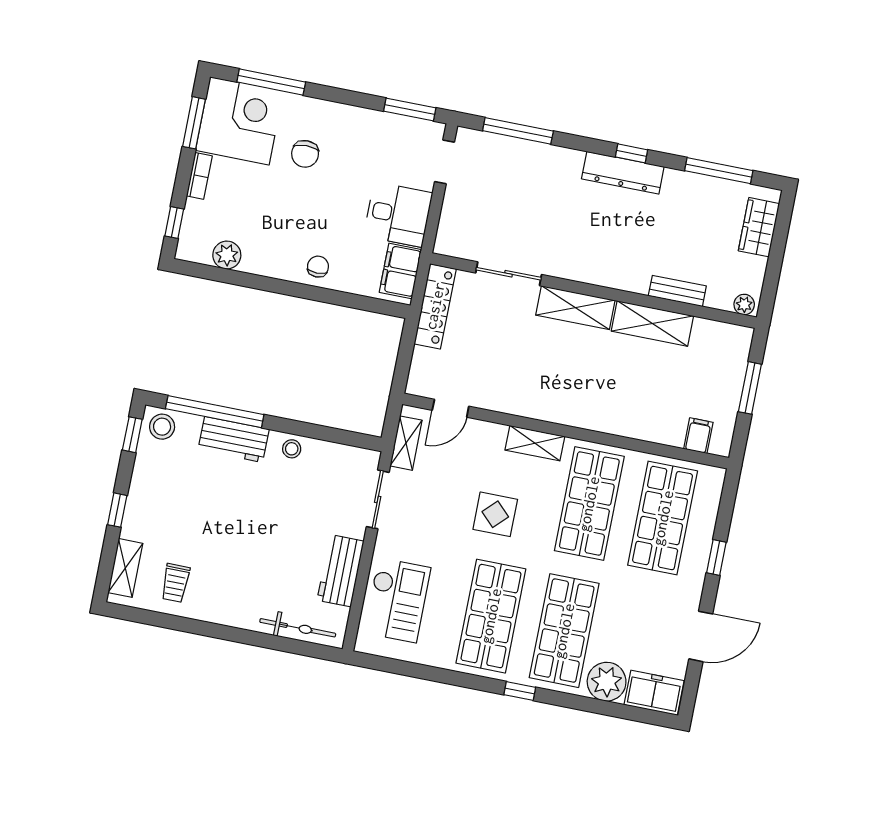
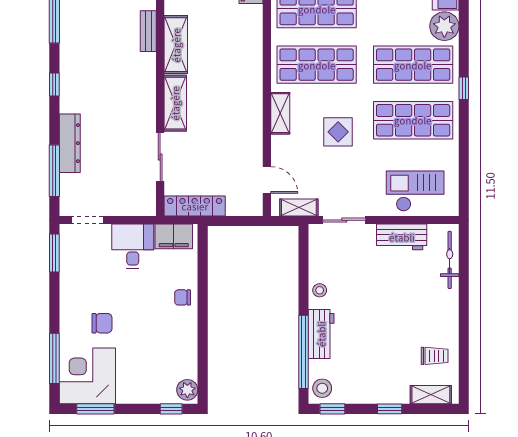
dresser: (623, 173) -> (70, 143), moved
bookcase: (199, 176) -> (133, 397), removed
plant: (227, 255) -> (187, 390), moved

